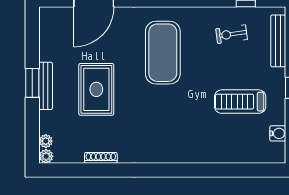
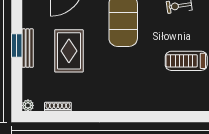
plant: (46, 141) -> (28, 93), removed
shoe rack: (101, 158) -> (58, 107), moved

